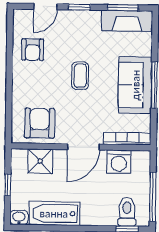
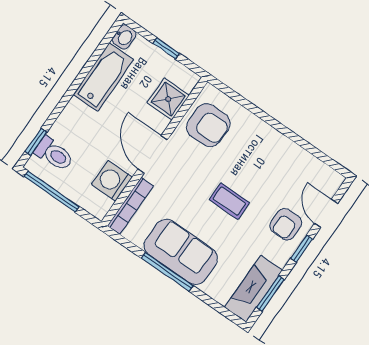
armchair: (33, 50) -> (286, 224), moved, turned -90

